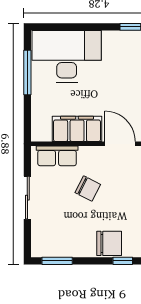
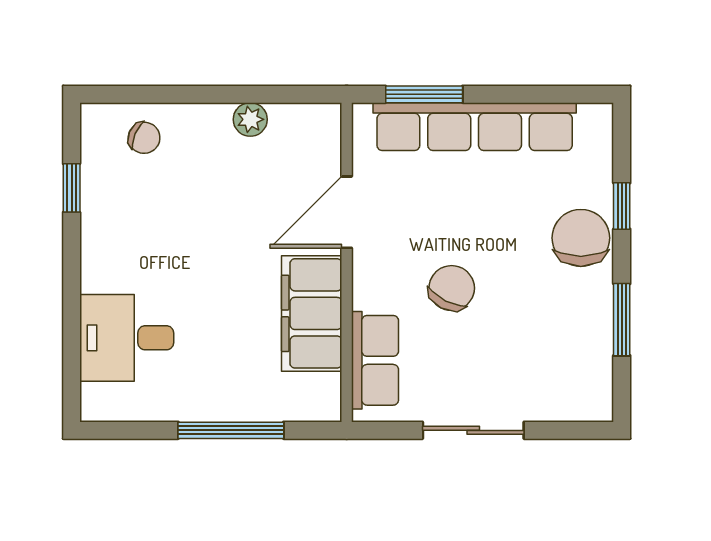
desk: (67, 56) -> (127, 338), width x0.53, depth x0.77
window: (27, 73) -> (231, 430), moved
window: (57, 261) -> (622, 320), moved

